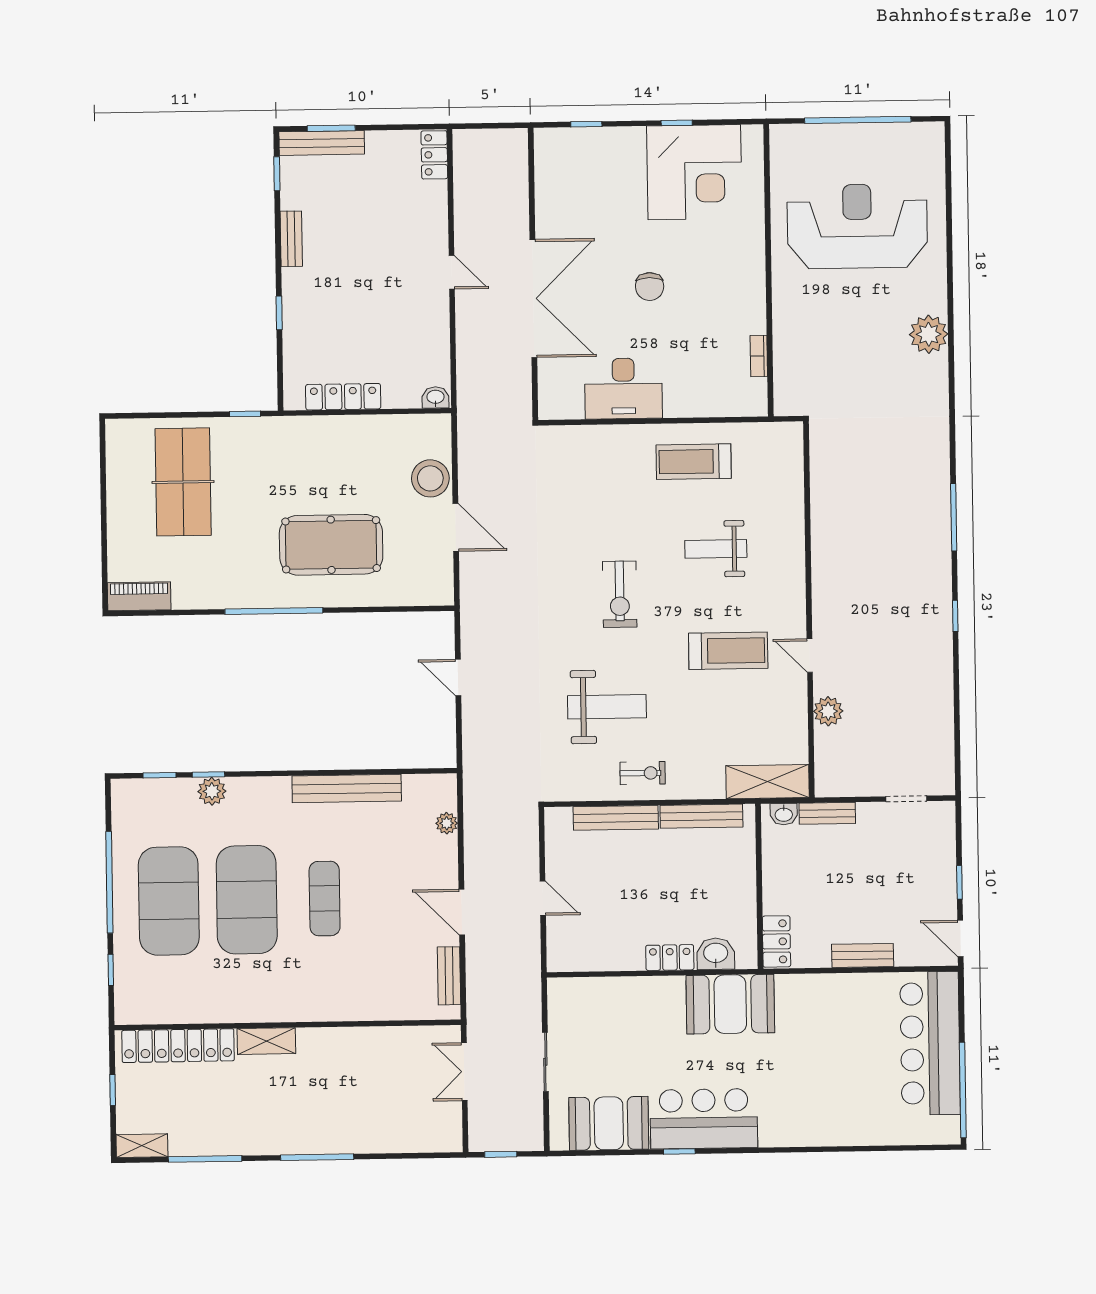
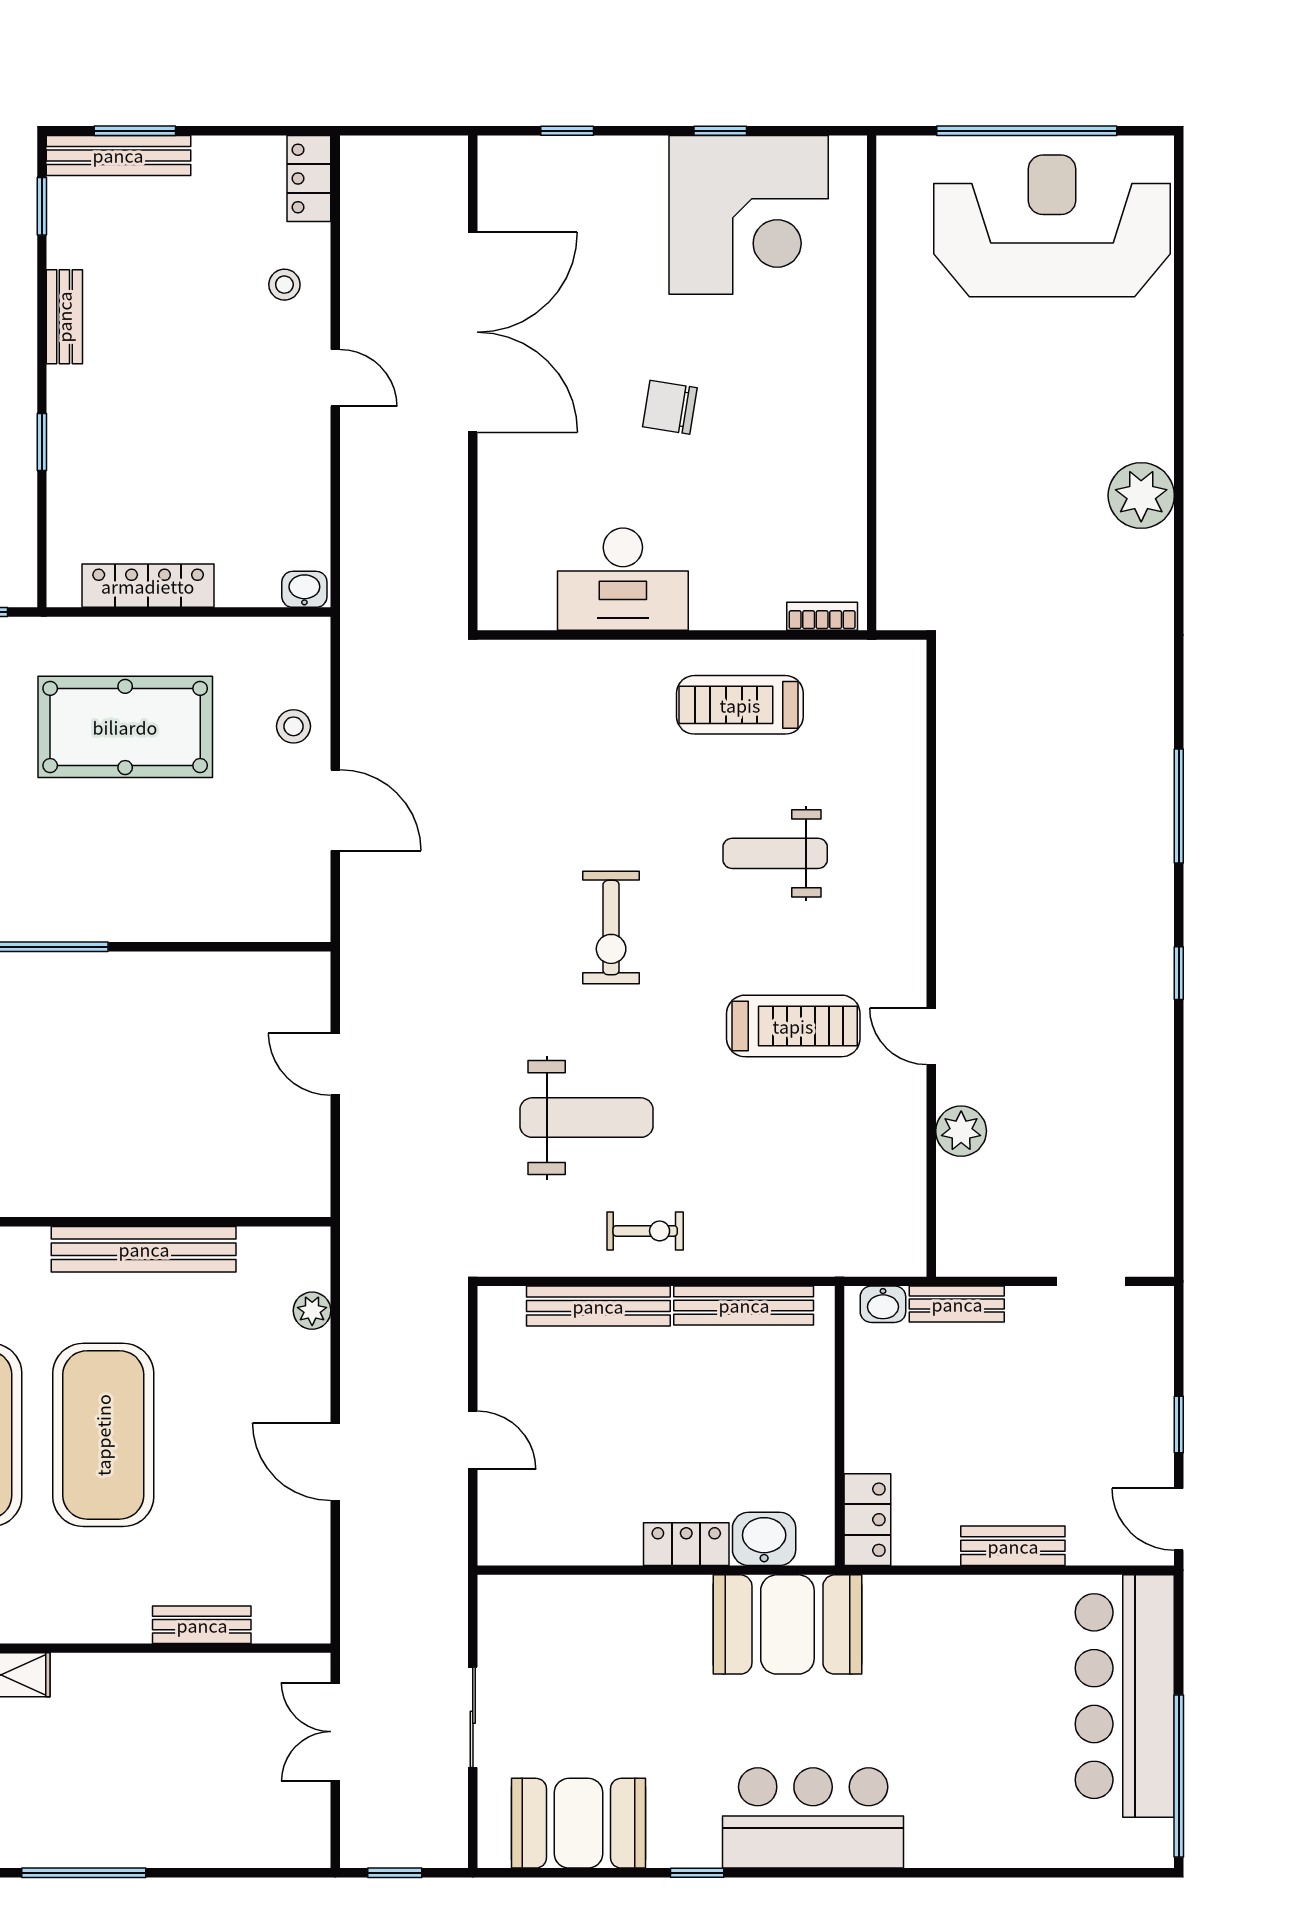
stool: (421, 218) -> (284, 285), added
reception desk: (857, 226) -> (1052, 226), moved
chair: (650, 287) -> (670, 407), turned 99
double door: (533, 298) -> (473, 332), moved
bookcase: (759, 356) -> (822, 616), moved, turned 90
stool: (430, 478) -> (294, 726), width x0.53, depth x0.53
pool table: (331, 545) -> (125, 727), moved
shelving: (768, 782) -> (856, 1249), removed
exercise mat: (325, 899) -> (103, 1435), width x2.00, depth x1.45
bench: (449, 976) -> (202, 1625), moved, turned 90
bar counter: (704, 1119) -> (813, 1818), moved

